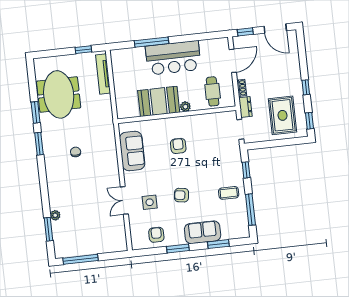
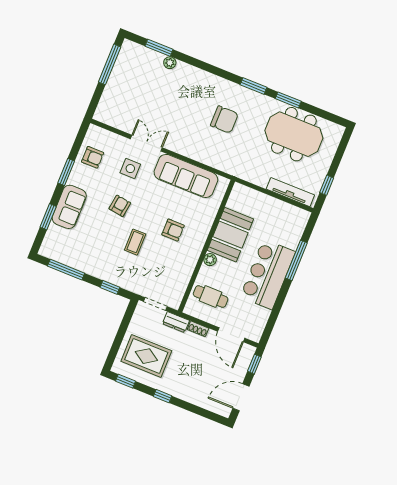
sofa: (132, 151) -> (186, 176), width x1.36
chair: (76, 152) -> (224, 120), width x1.87, depth x1.87
coffee table: (229, 193) -> (135, 242), moved

